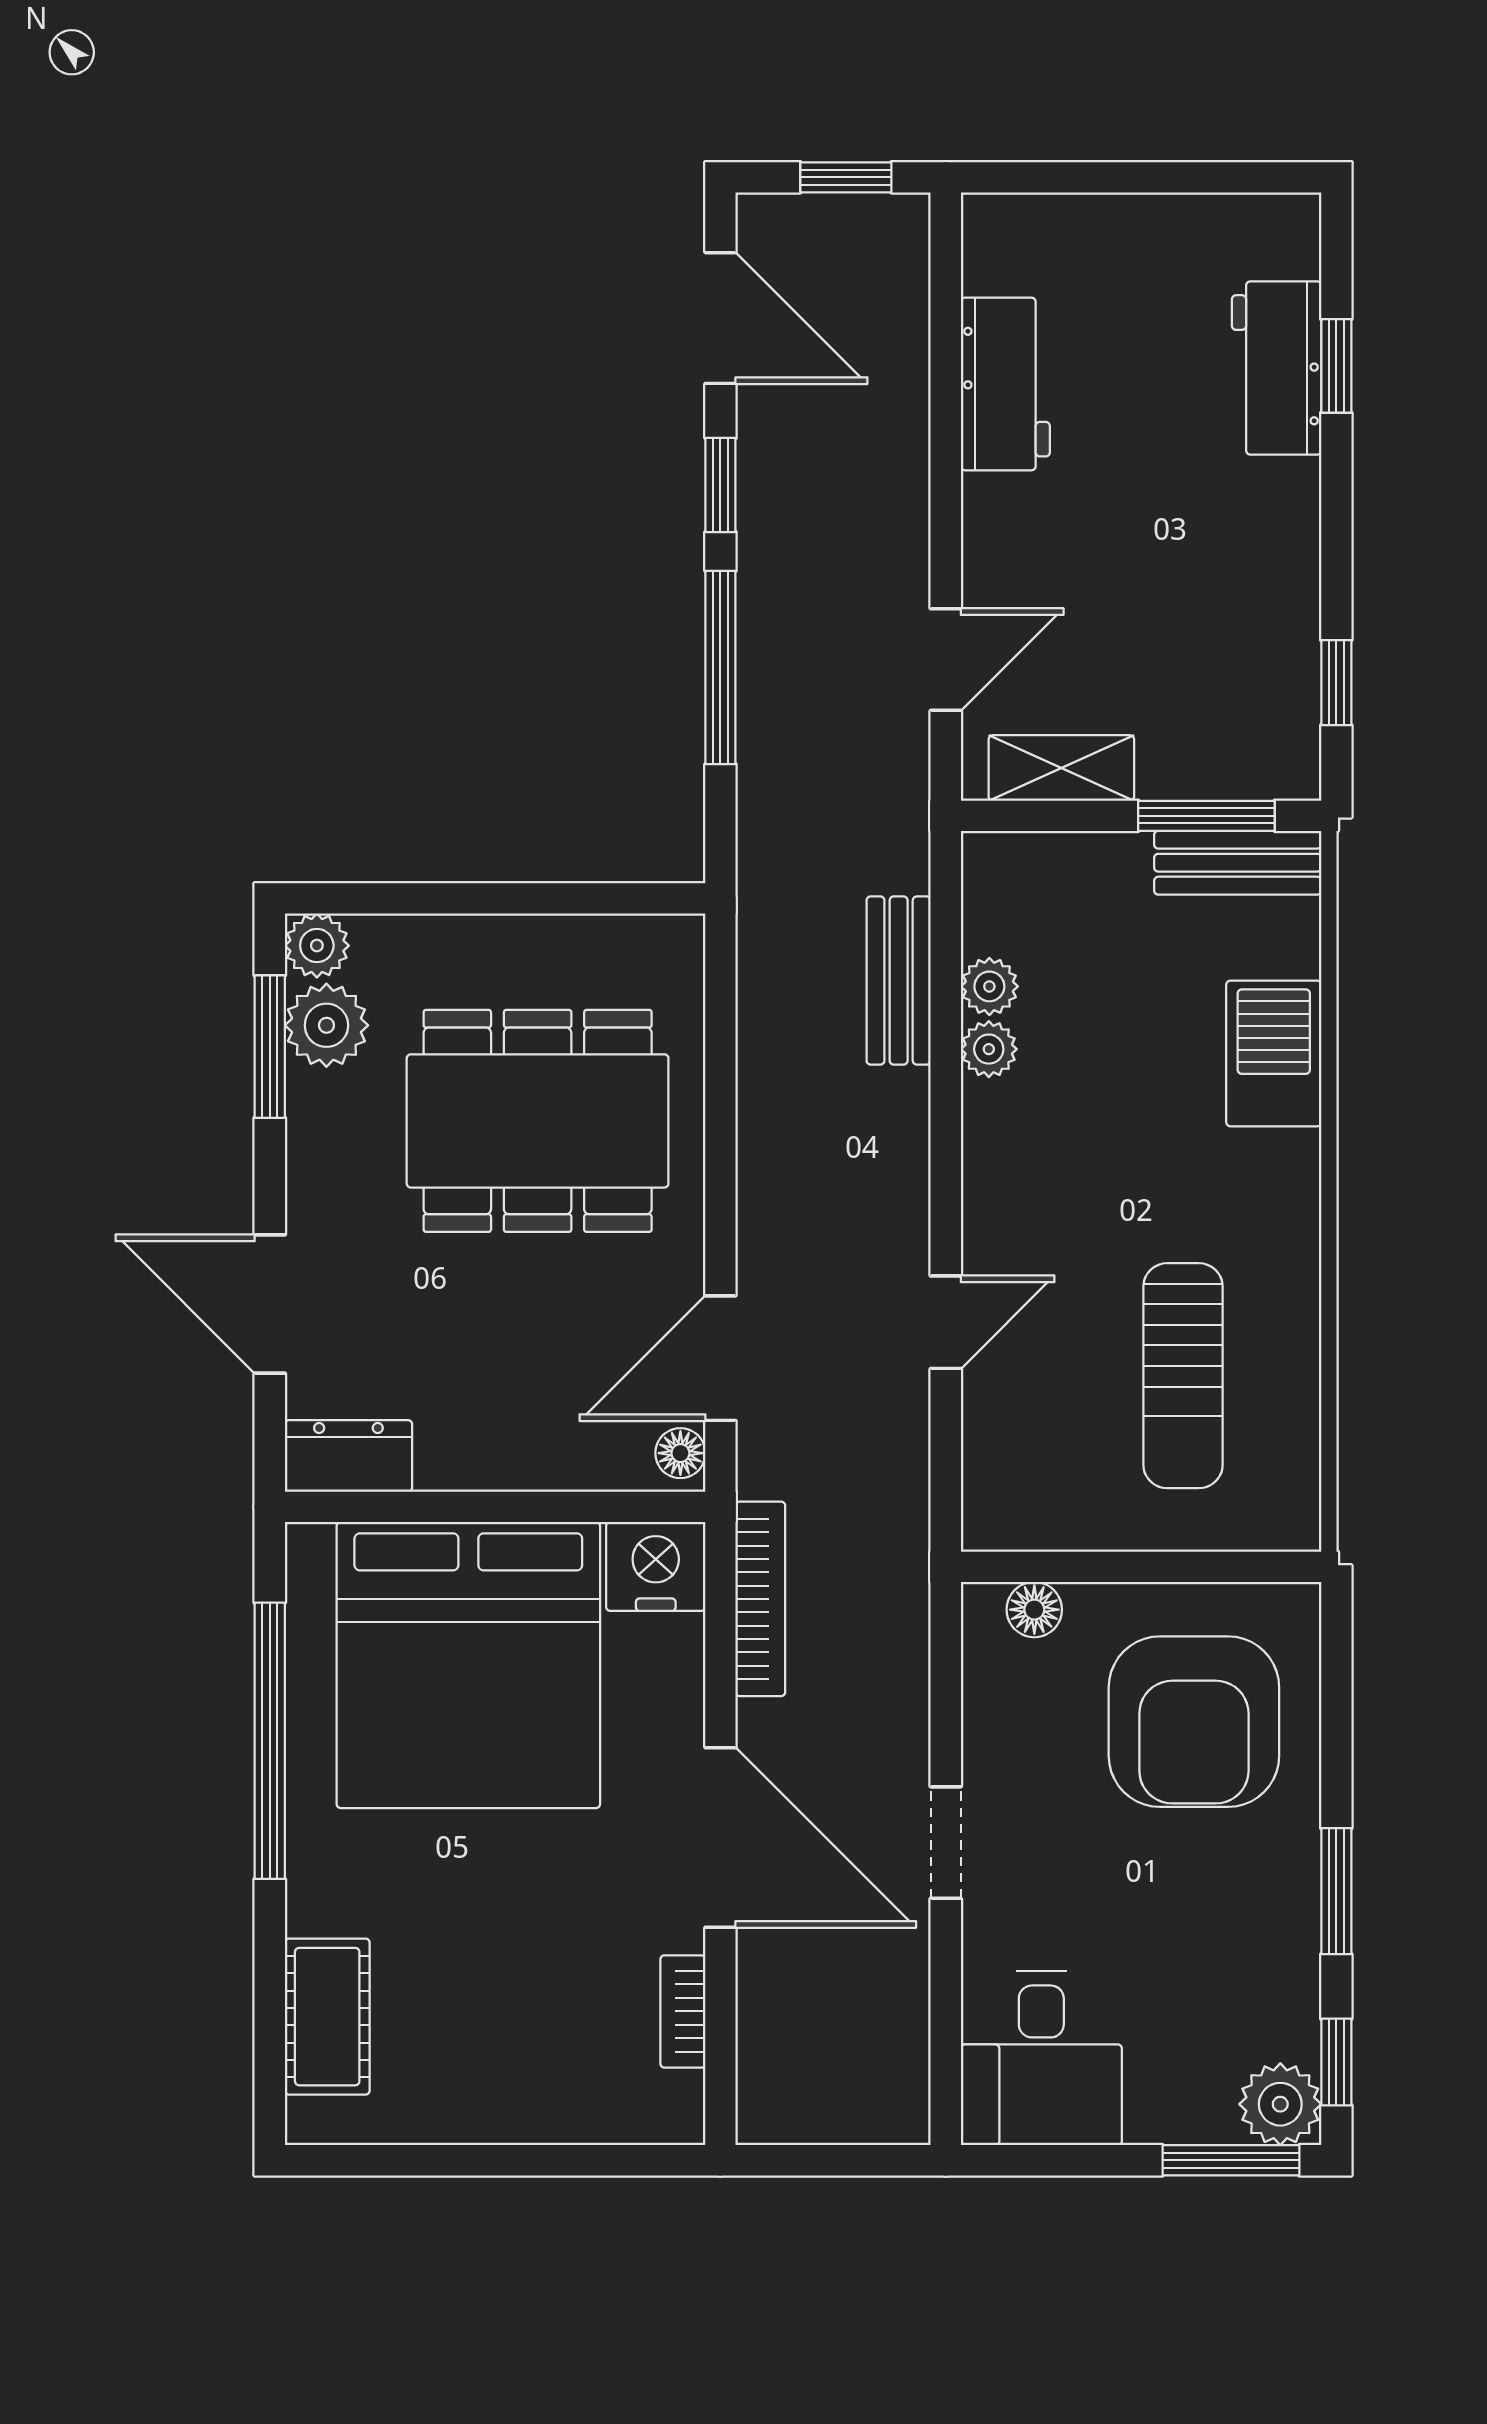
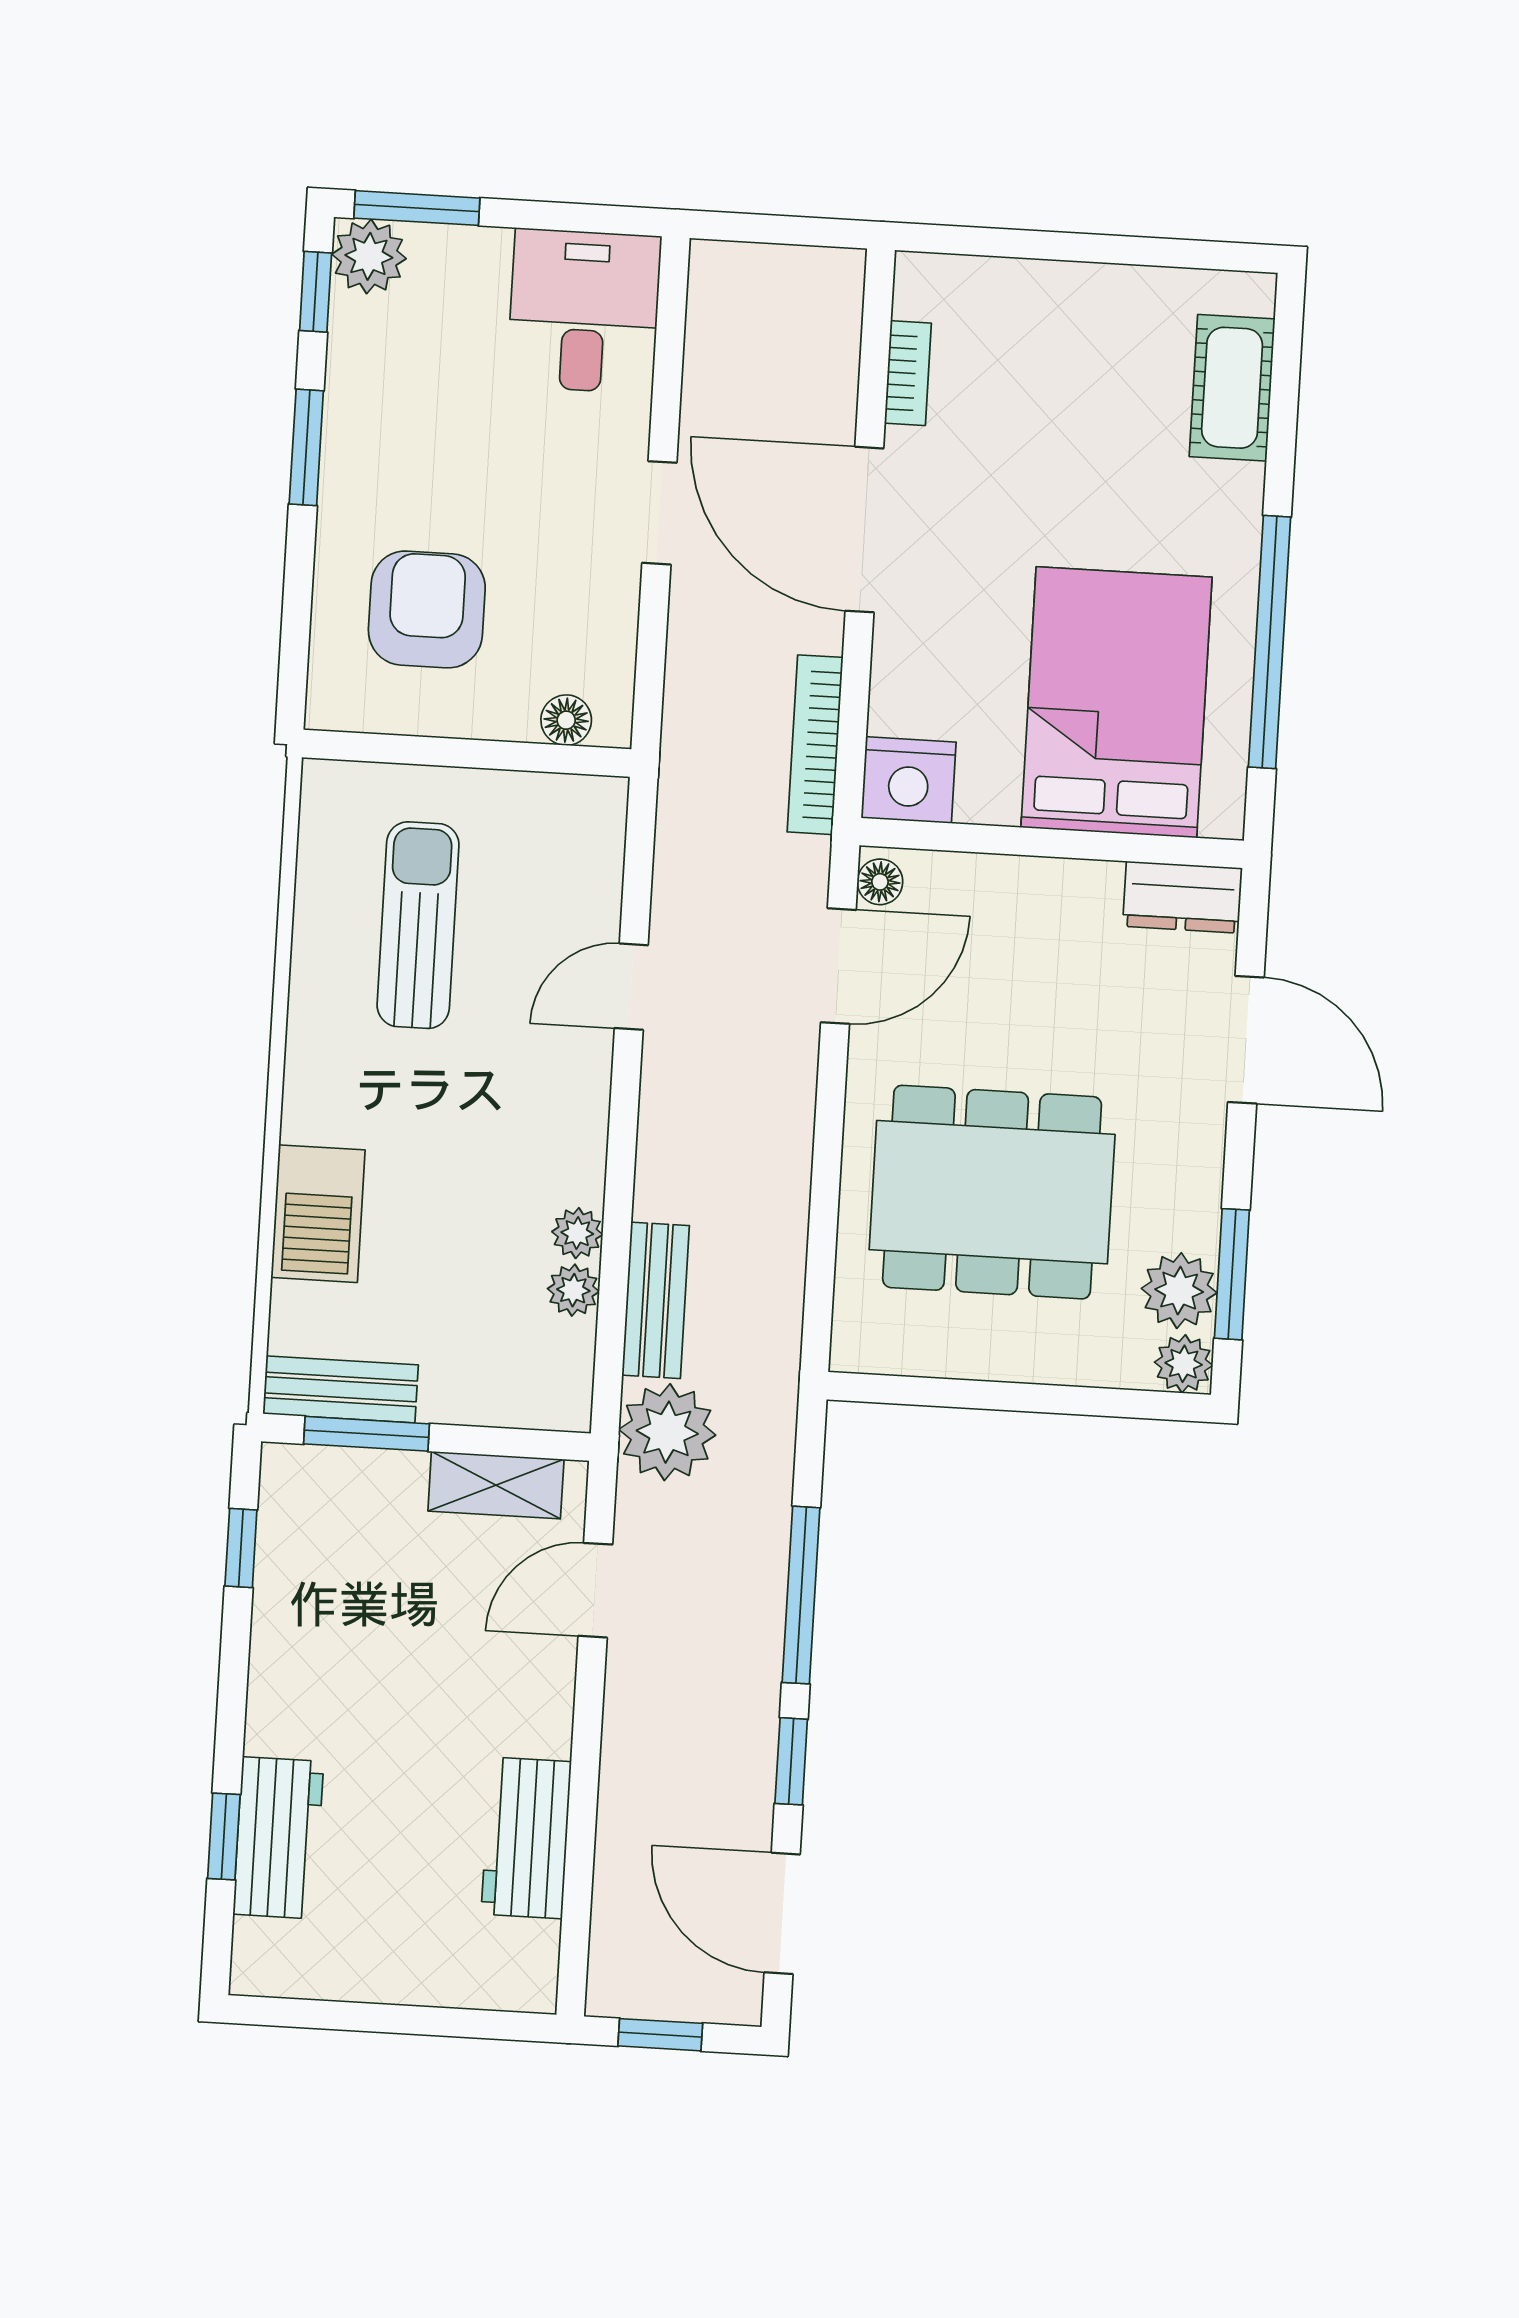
plant: (877, 837) -> (667, 1432), added
bed: (468, 1665) -> (1116, 702), width x0.73
armchair: (1194, 1722) -> (427, 609), width x0.73, depth x0.73

